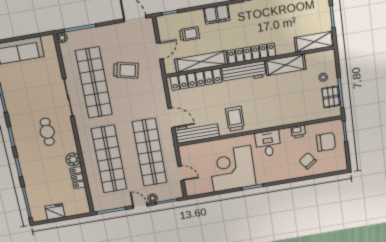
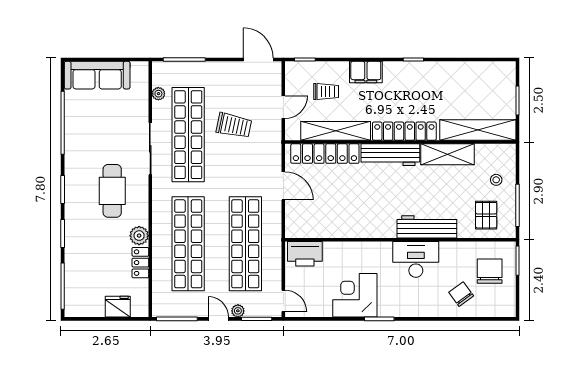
plant: (62, 38) -> (158, 94), moved
shelving: (314, 42) -> (478, 130), width x1.47
pallet: (331, 97) -> (486, 215), moved
door: (171, 118) -> (283, 186), moved
trolley: (235, 119) -> (369, 217), removed
cafe table: (47, 132) -> (112, 191), width x1.37, depth x1.35
workbench: (197, 132) -> (427, 227), moved
printer: (298, 132) -> (305, 254), moved, width x1.87, depth x1.48
chair: (326, 142) -> (490, 271), turned -90
desk: (268, 143) -> (416, 259), width x1.37
corner desk: (232, 169) -> (355, 295), width x0.74, depth x0.74
door: (181, 173) -> (283, 301), moved
fridge: (55, 212) -> (118, 307), moved

